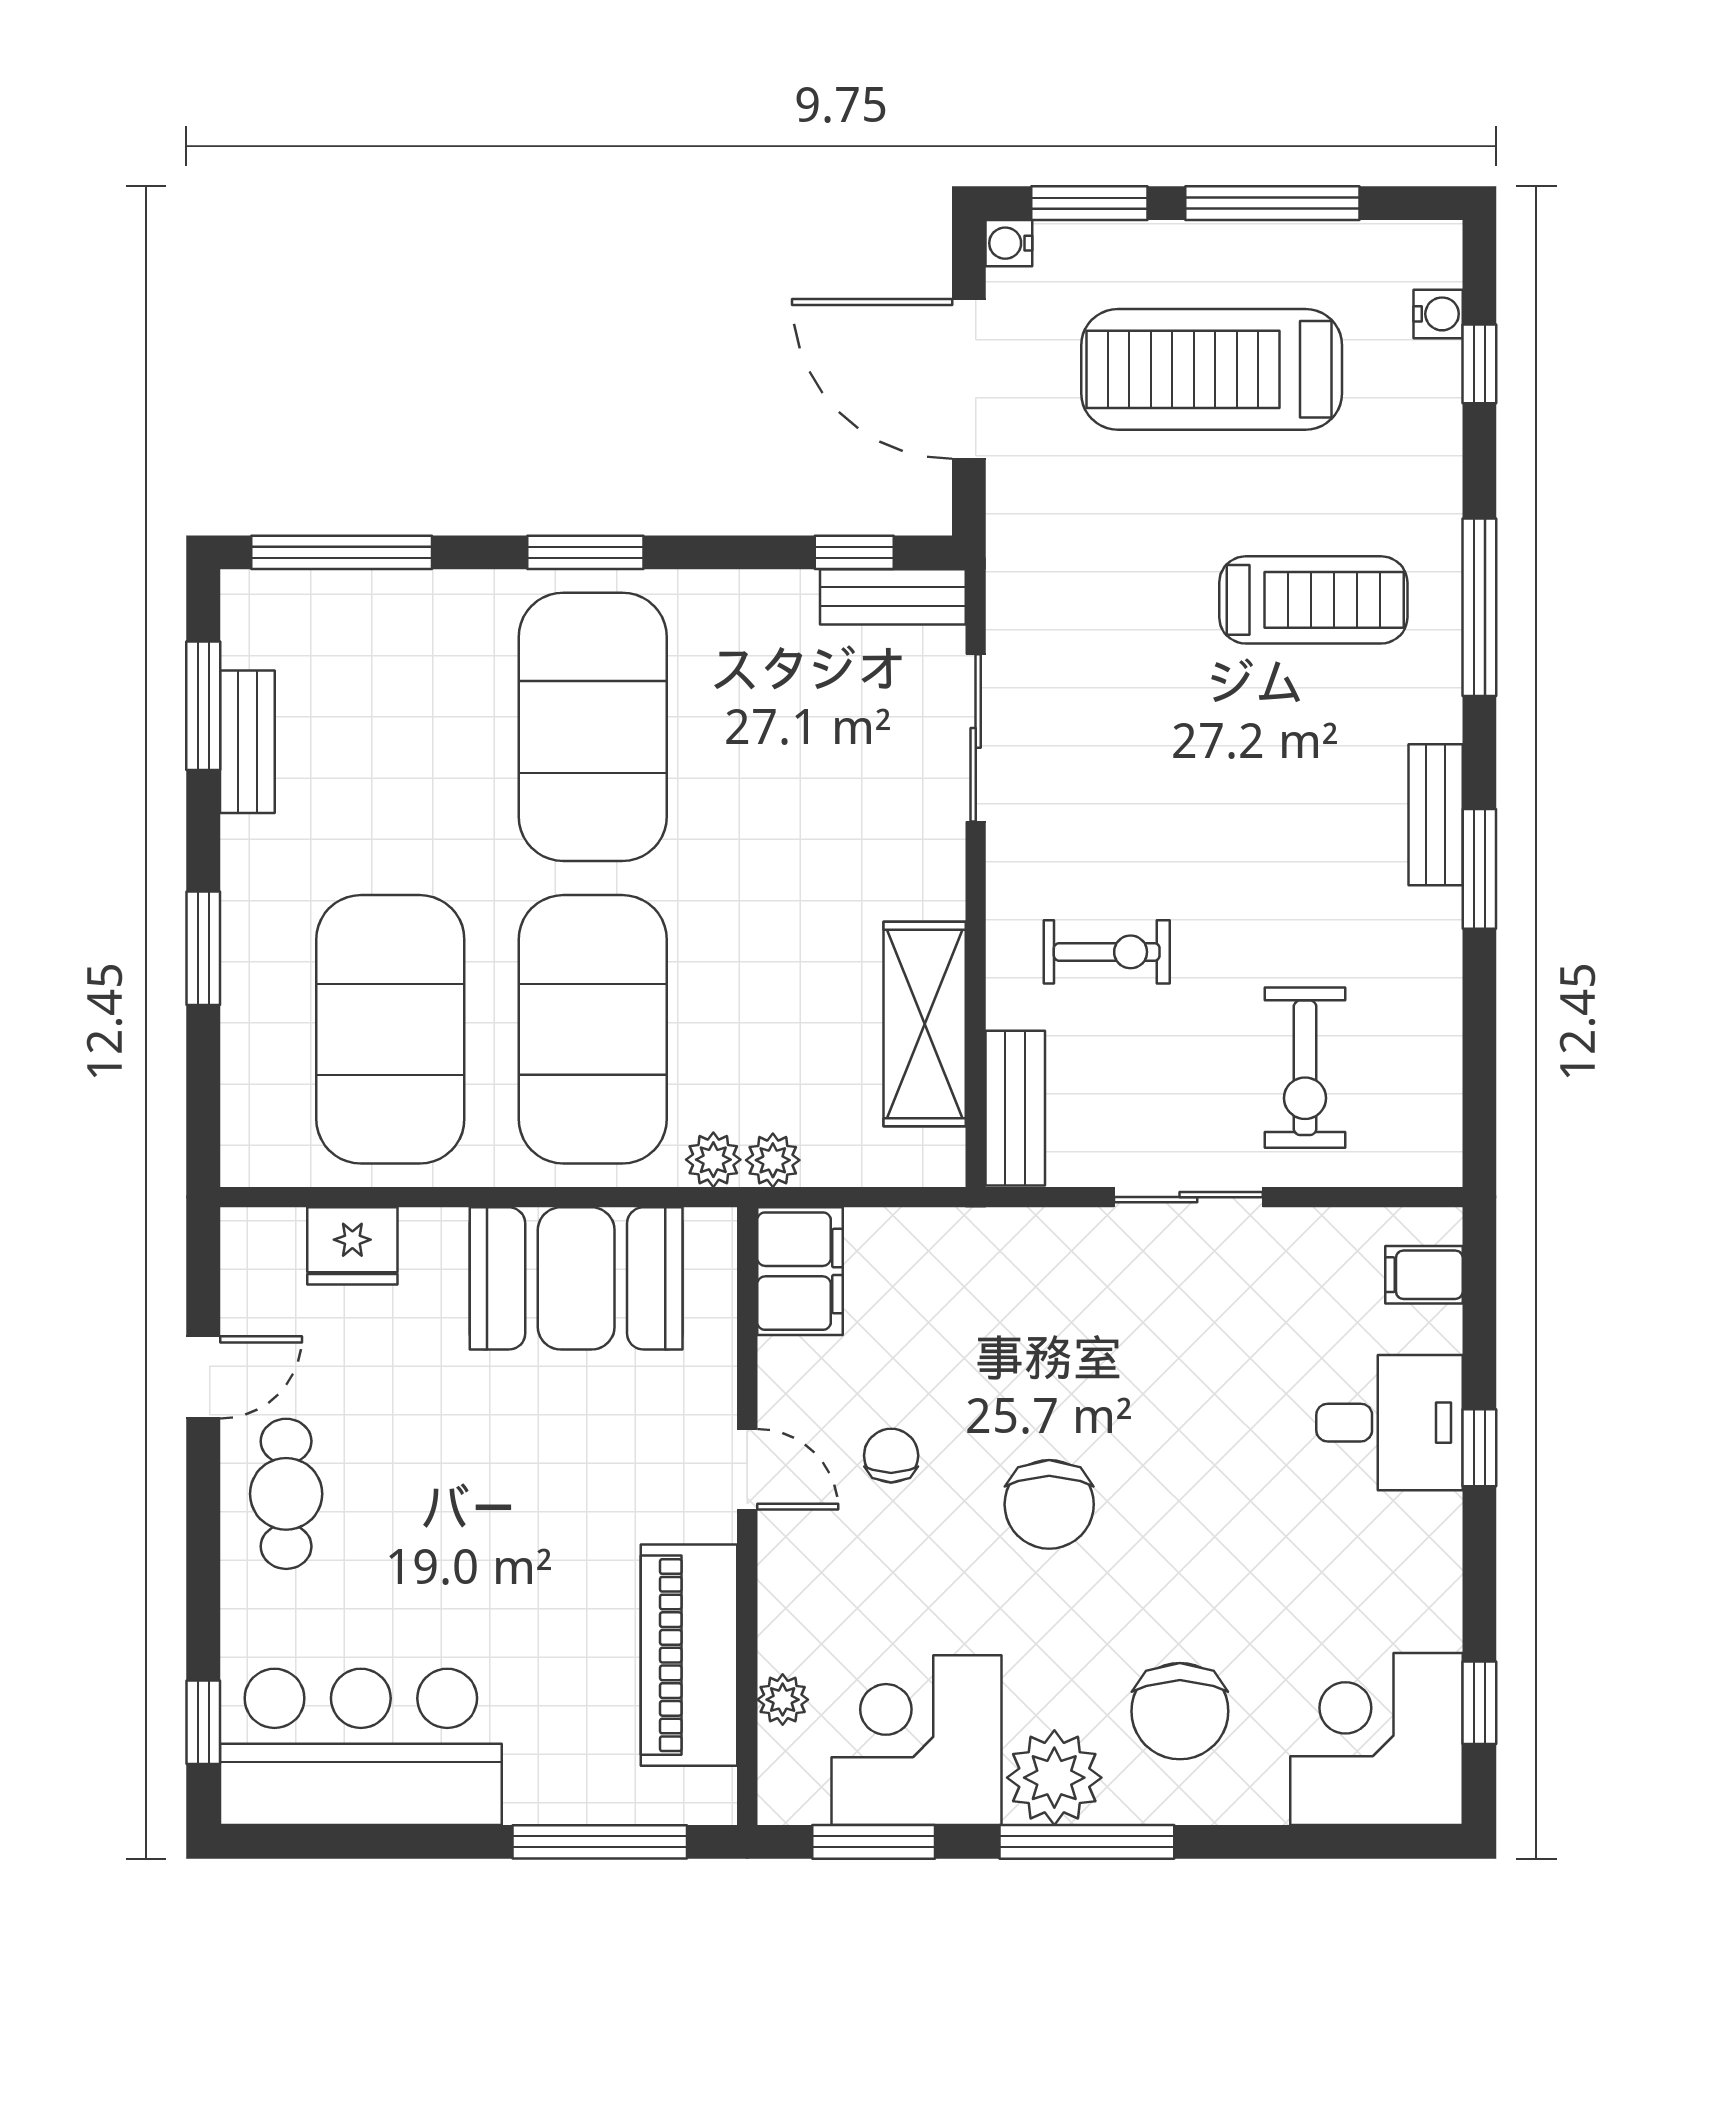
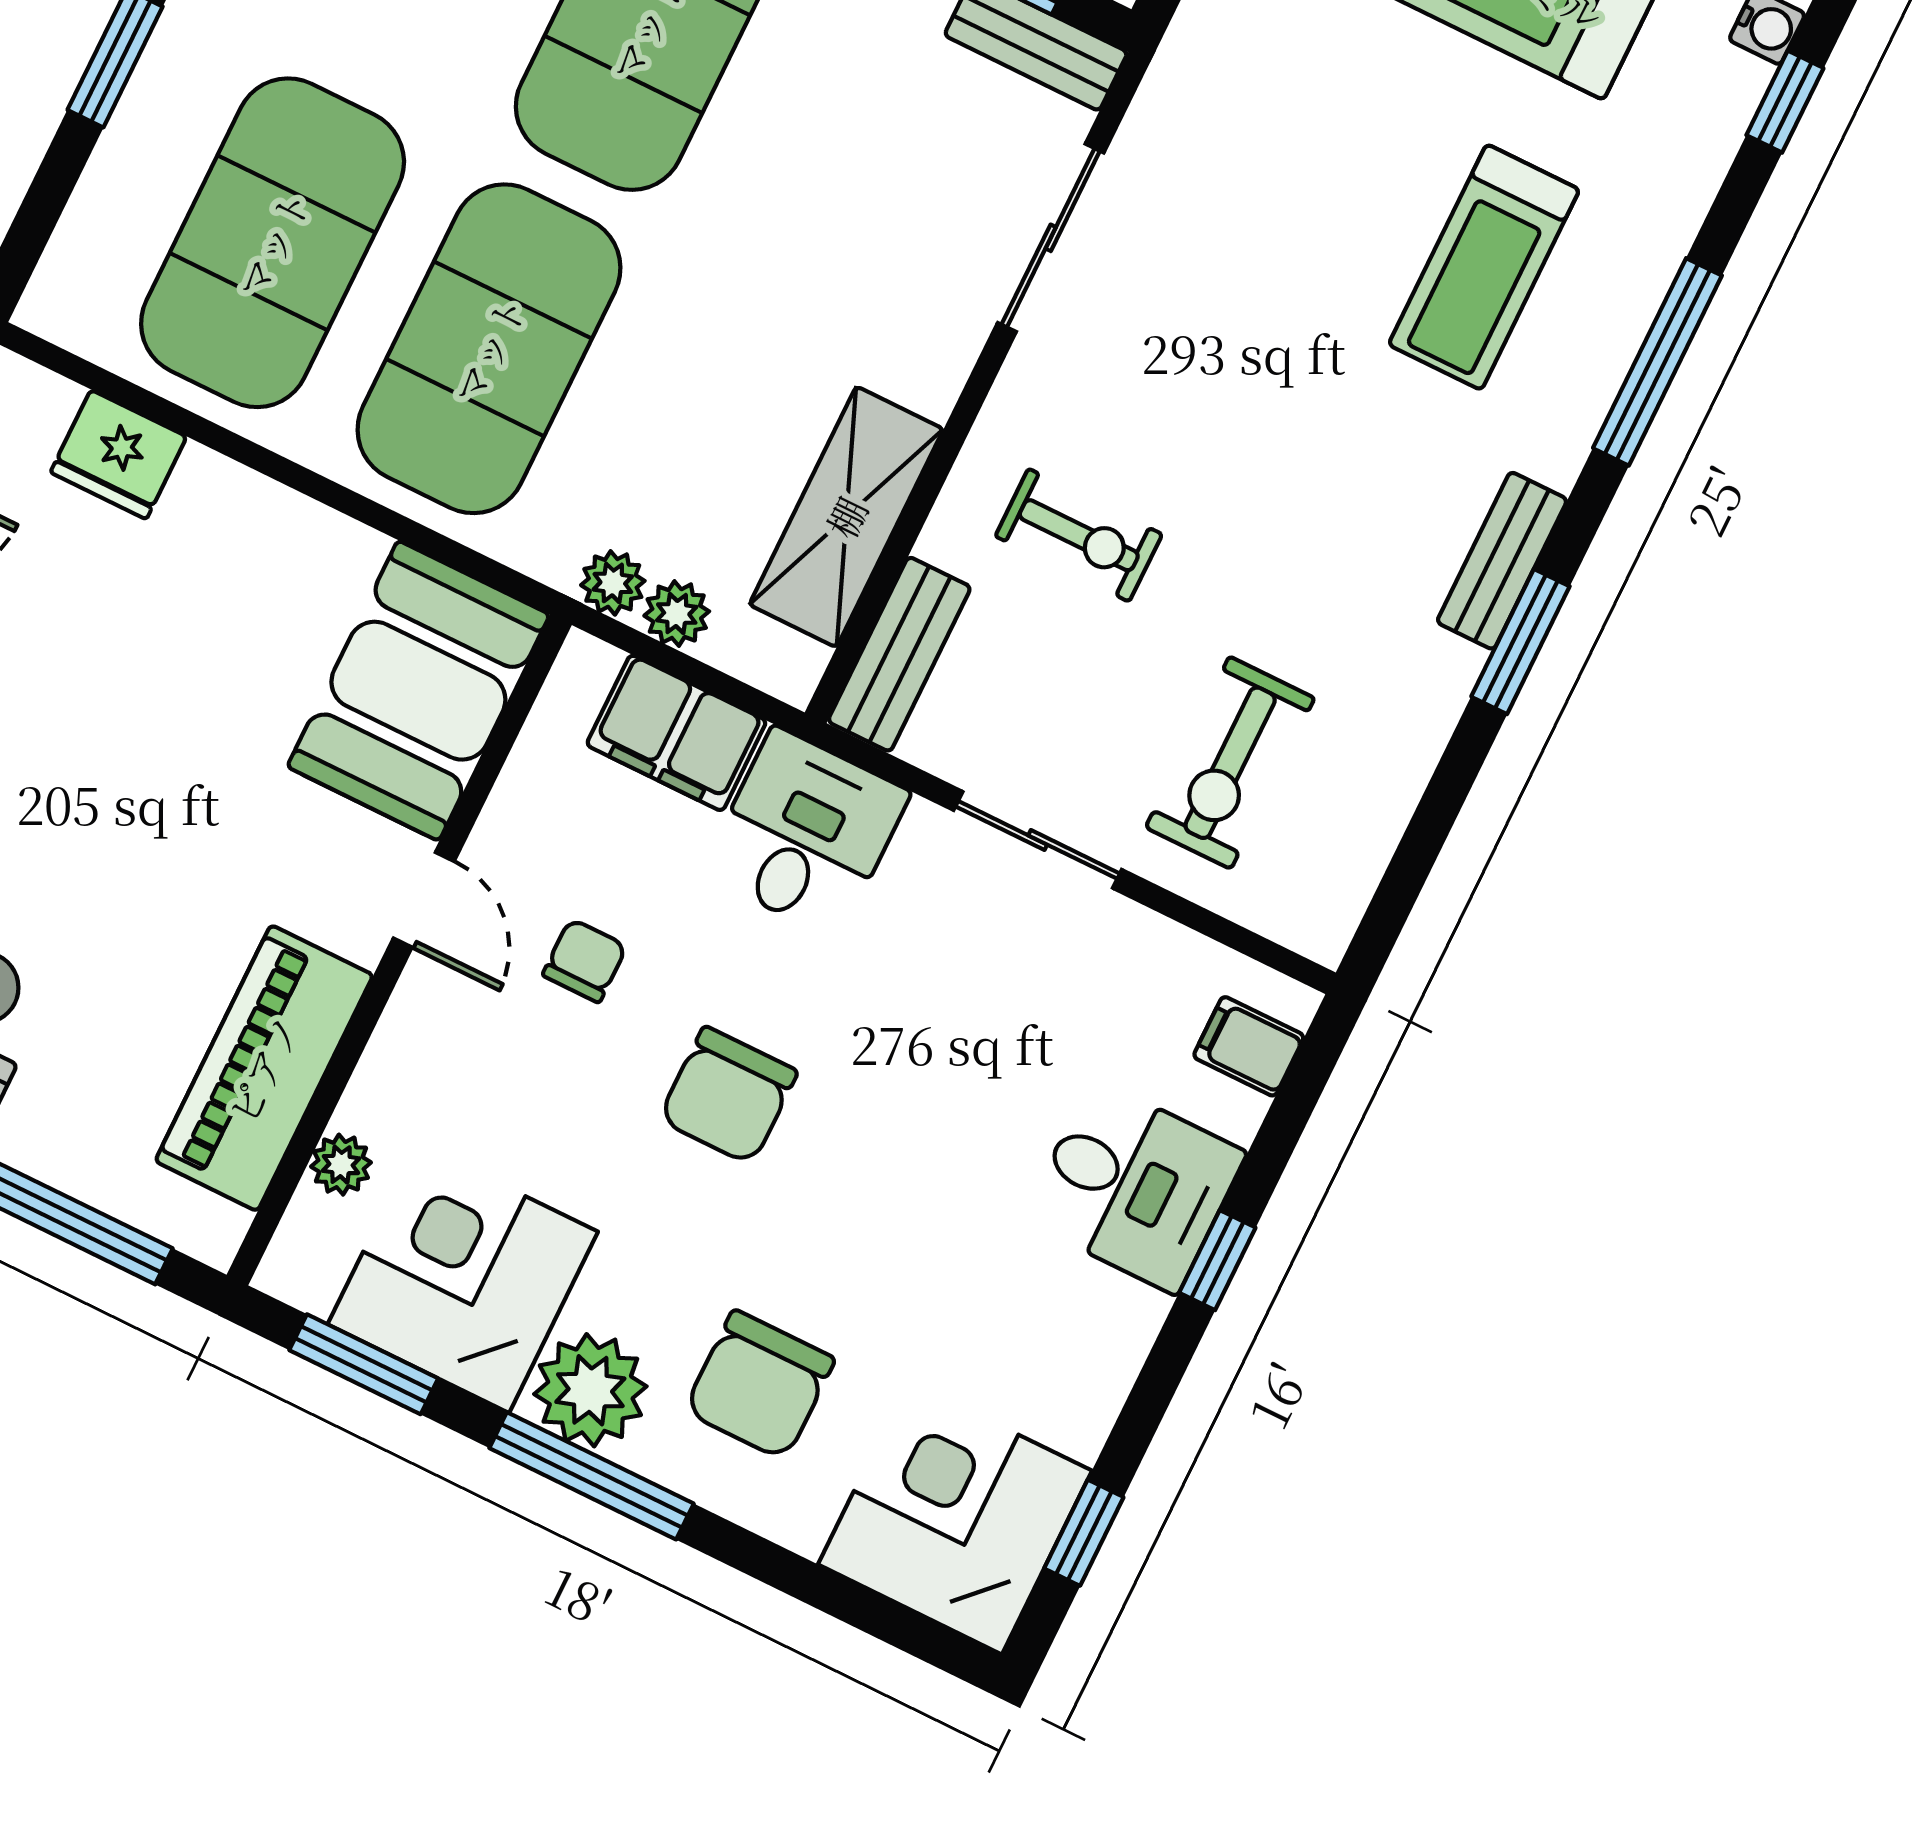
treadmill: (1313, 600) -> (1484, 267), turned 90
plant: (713, 1160) -> (677, 614), moved
filing cabinet: (800, 1271) -> (676, 733), moved, turned 90
booth: (576, 1278) -> (418, 691), moved, turned 90
desk: (1011, 1278) -> (806, 833), added

